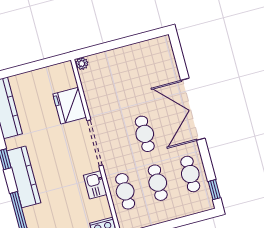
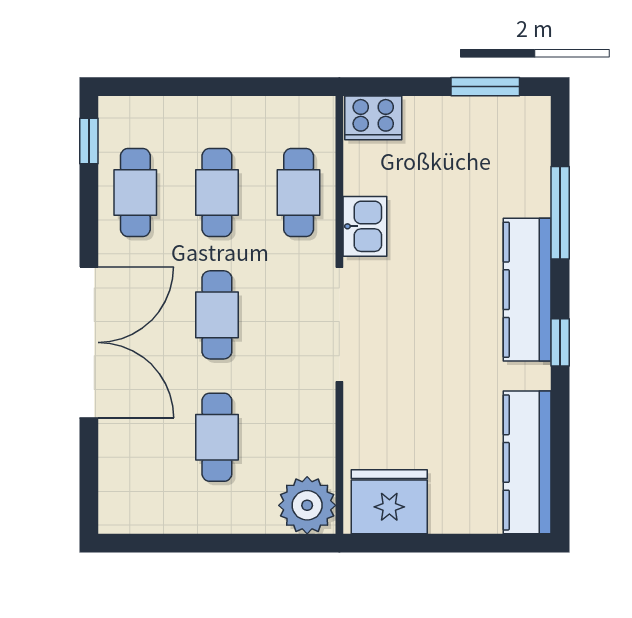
plant: (82, 64) -> (307, 505), width x1.87, depth x1.87
cafe table: (132, 85) -> (217, 437), added
fridge: (70, 106) -> (389, 502), moved, turned -90

